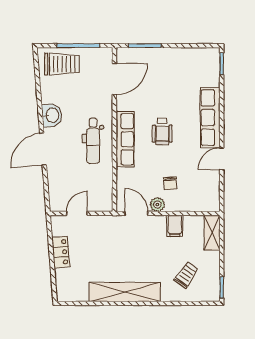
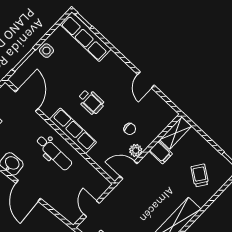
side table: (169, 57) -> (46, 51), added
row of seats: (210, 118) -> (86, 37), moved
shelving: (212, 233) -> (176, 133), moved, turned 90

